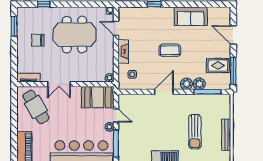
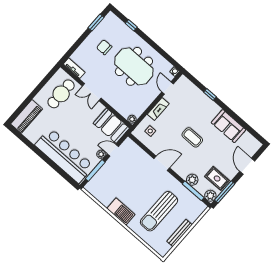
plant: (187, 84) -> (210, 196), moved
cafe table: (36, 107) -> (61, 94), turned 31
door: (116, 116) -> (113, 150), swing flipped
sun lounger: (195, 132) -> (159, 211), width x1.36, depth x1.34

